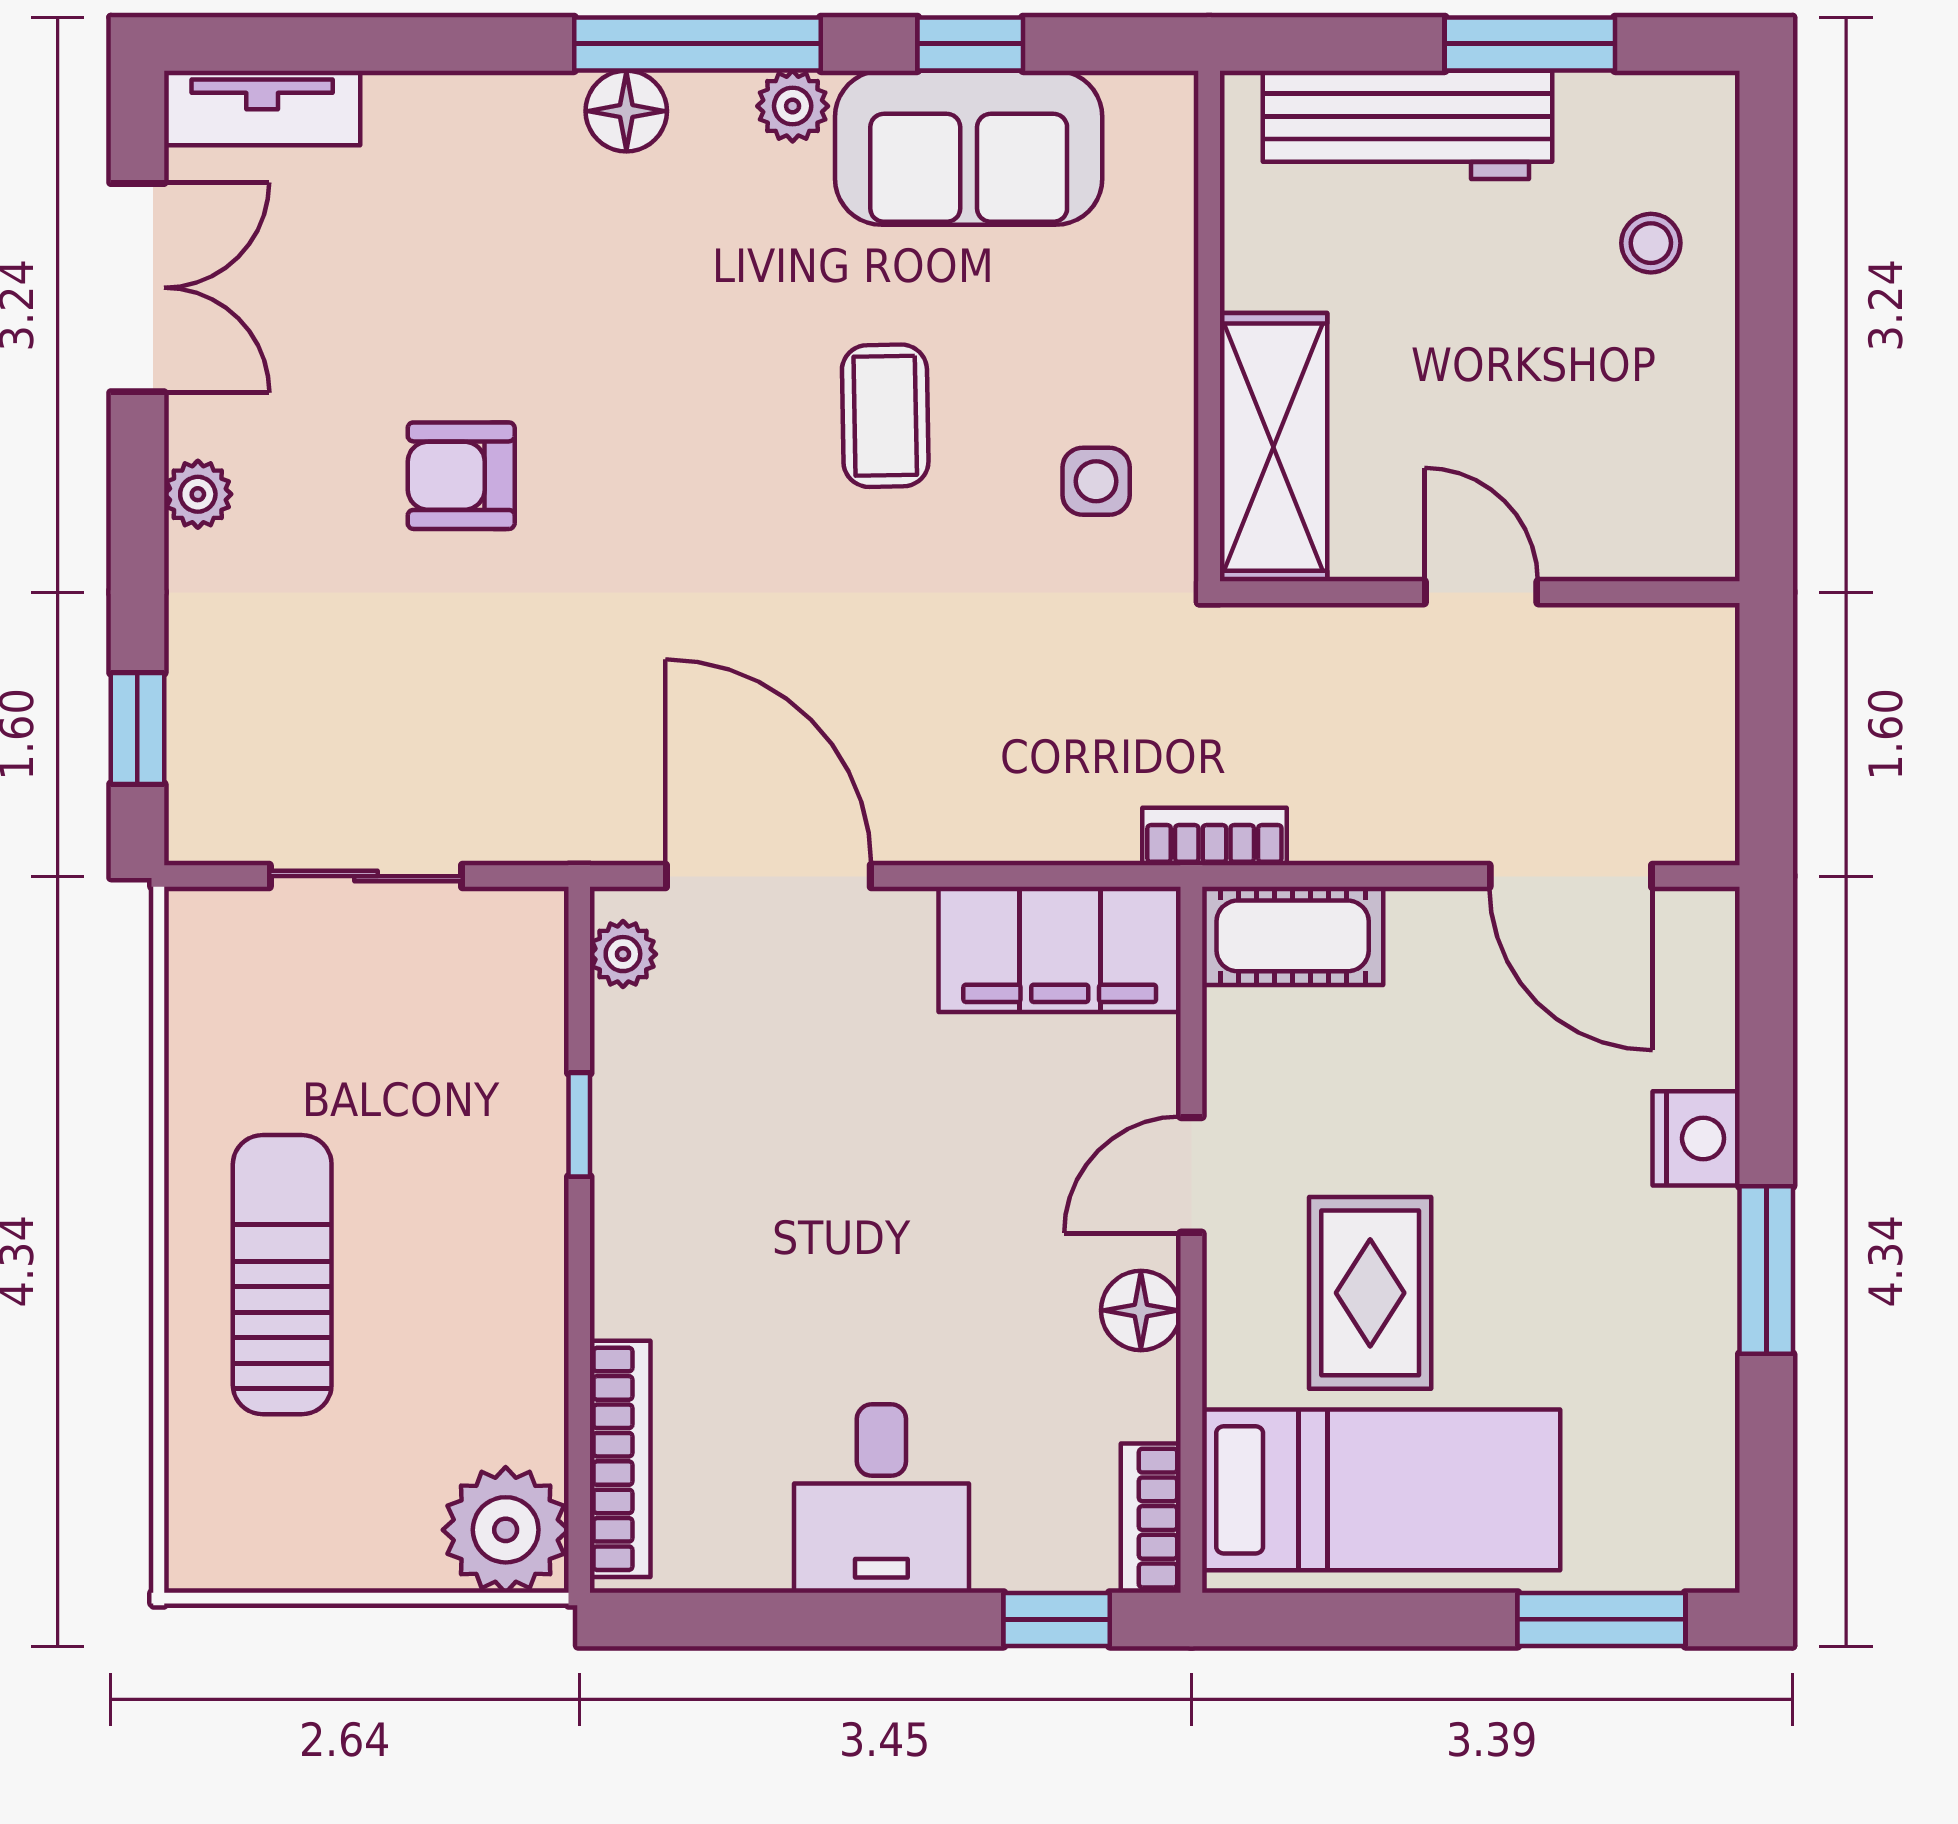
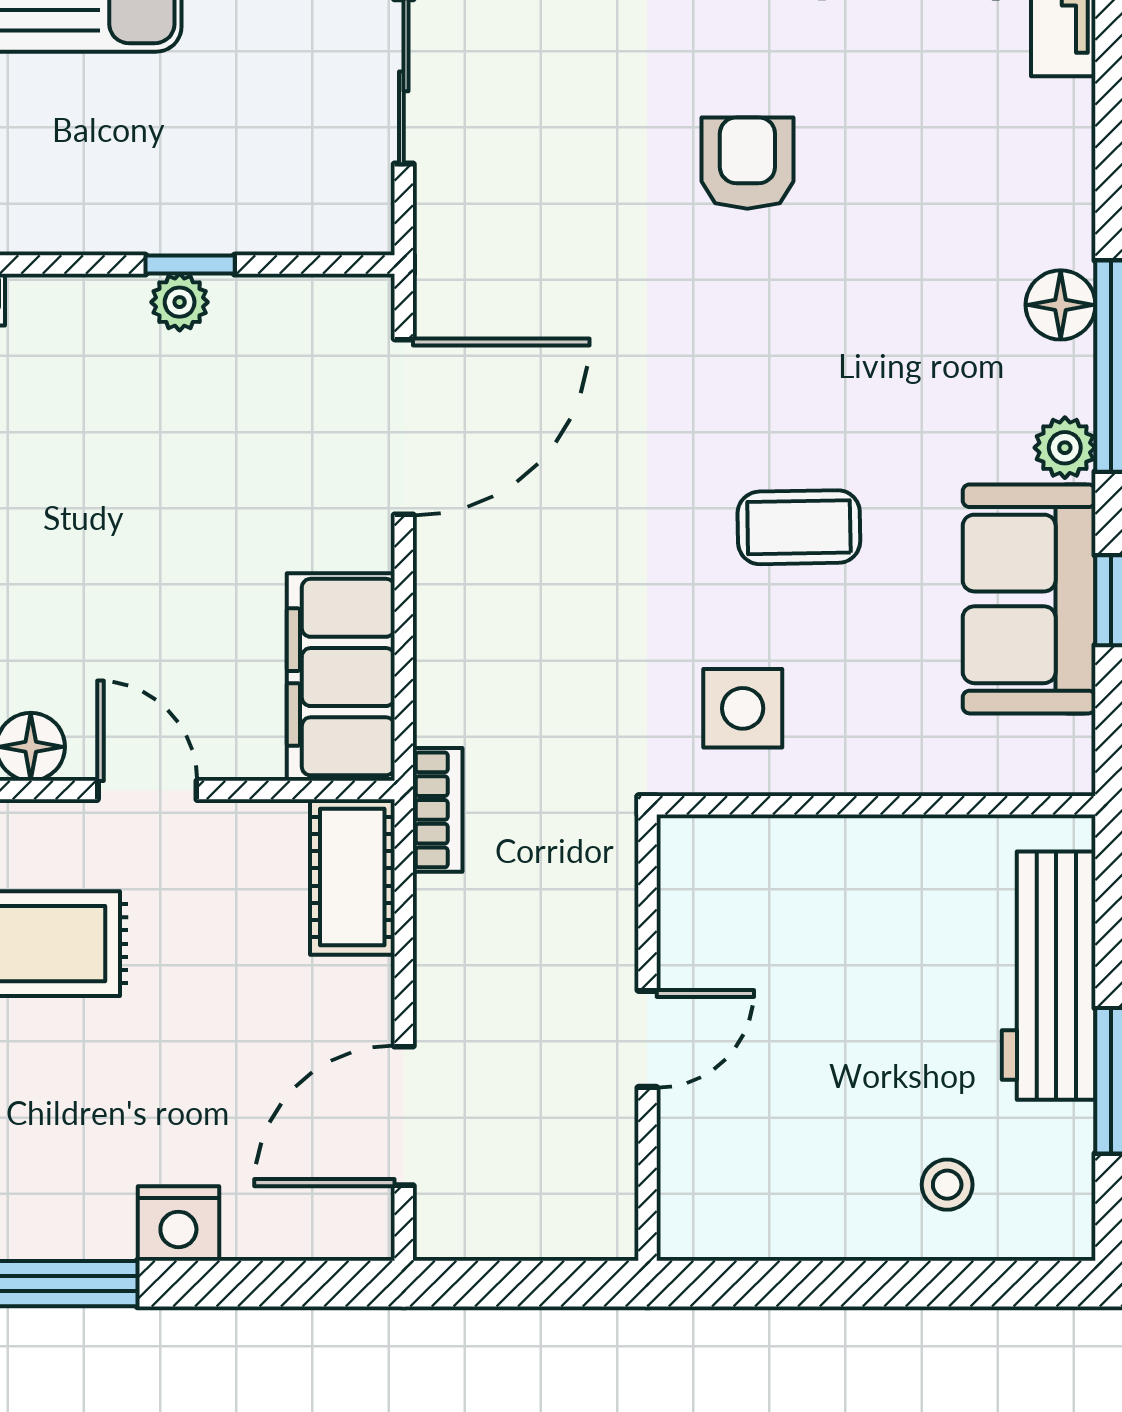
shelving: (1273, 447) -> (772, 861), removed
side table: (1096, 481) -> (743, 708), width x1.37, depth x1.37
plant: (623, 954) -> (180, 302), moved

